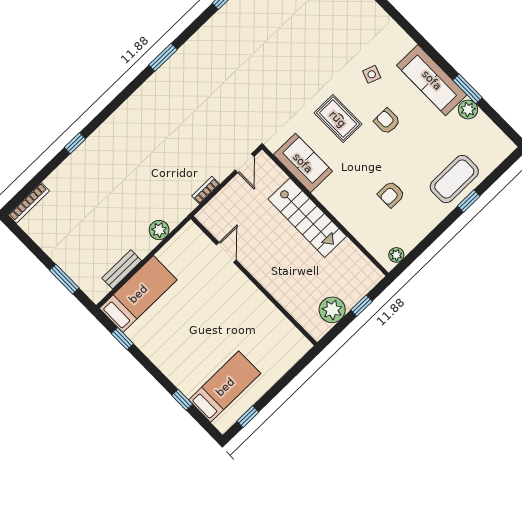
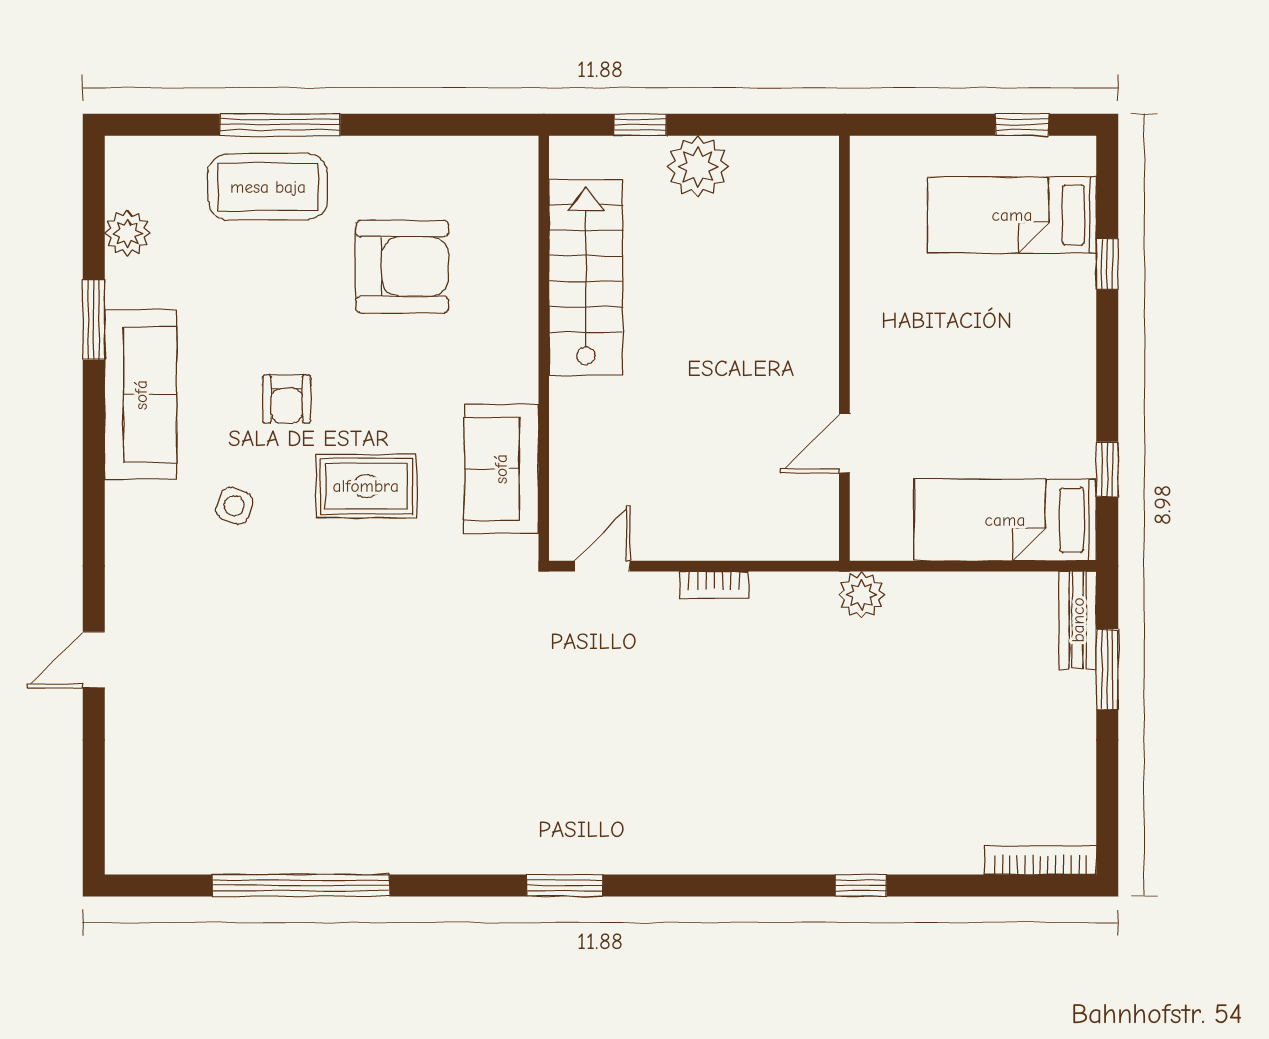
plant: (468, 109) -> (128, 233), moved
rug: (338, 119) -> (366, 486), turned 90
armchair: (391, 194) -> (402, 267), width x1.88, depth x1.88
window: (469, 201) -> (280, 125), width x2.17
stairs: (307, 218) -> (586, 277), moved
door: (226, 252) -> (844, 443), moved
plant: (396, 255) -> (495, 153), removed
bench: (122, 269) -> (1078, 620), moved, turned 90
wall: (254, 281) -> (844, 348), moved

